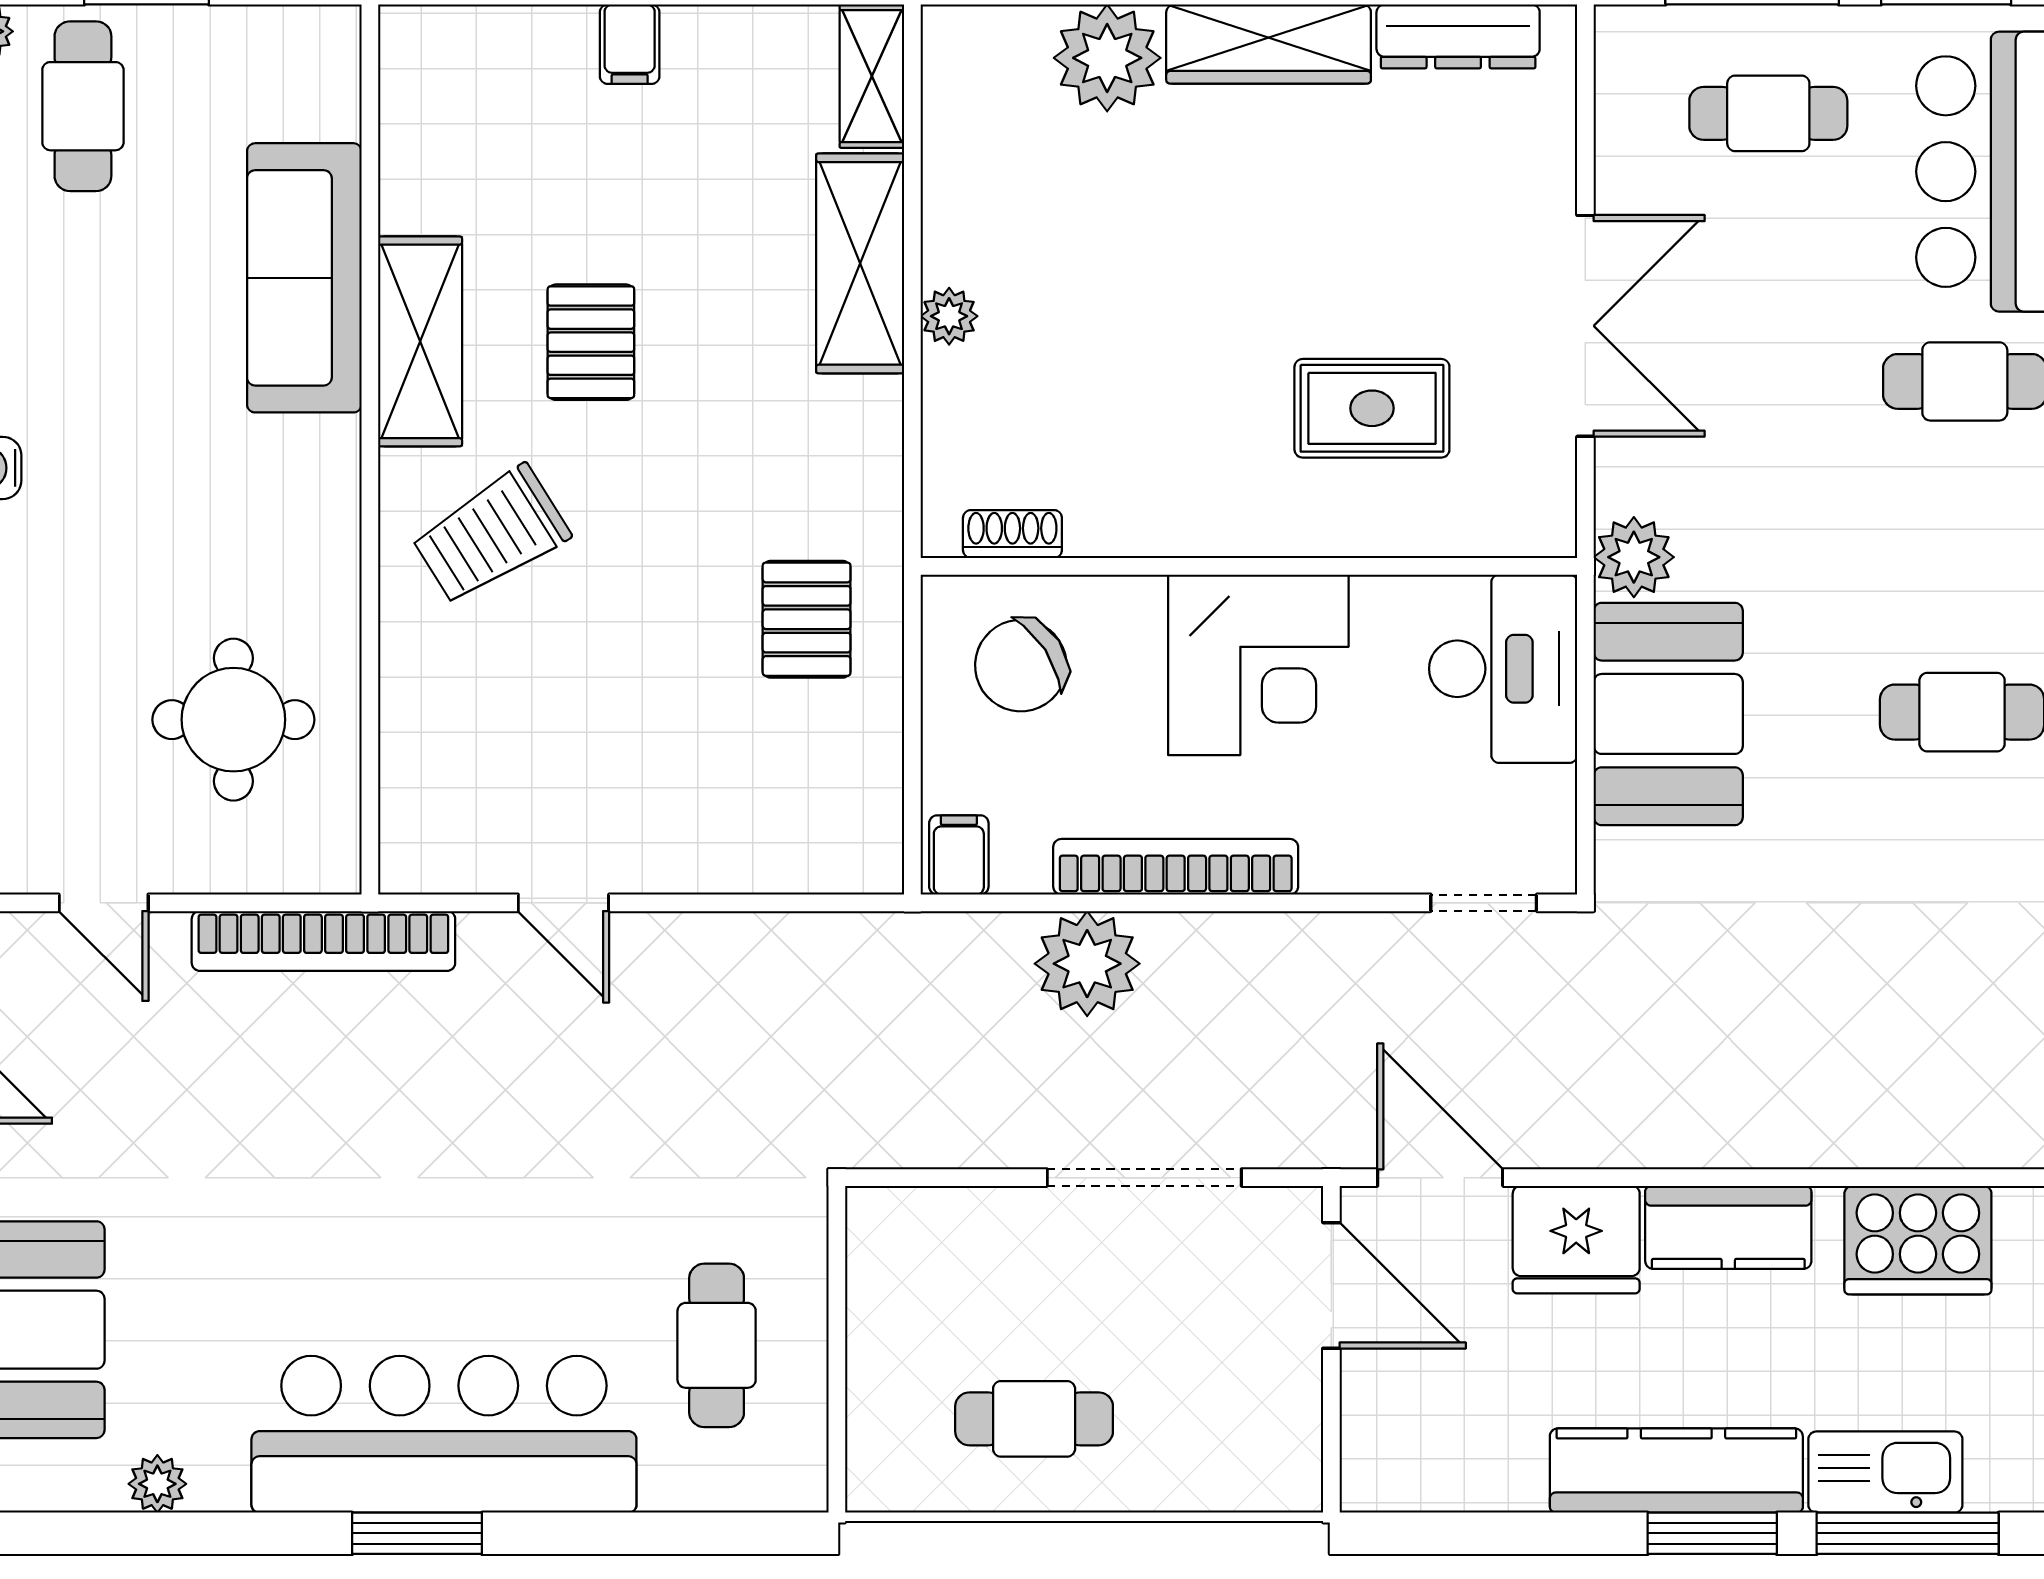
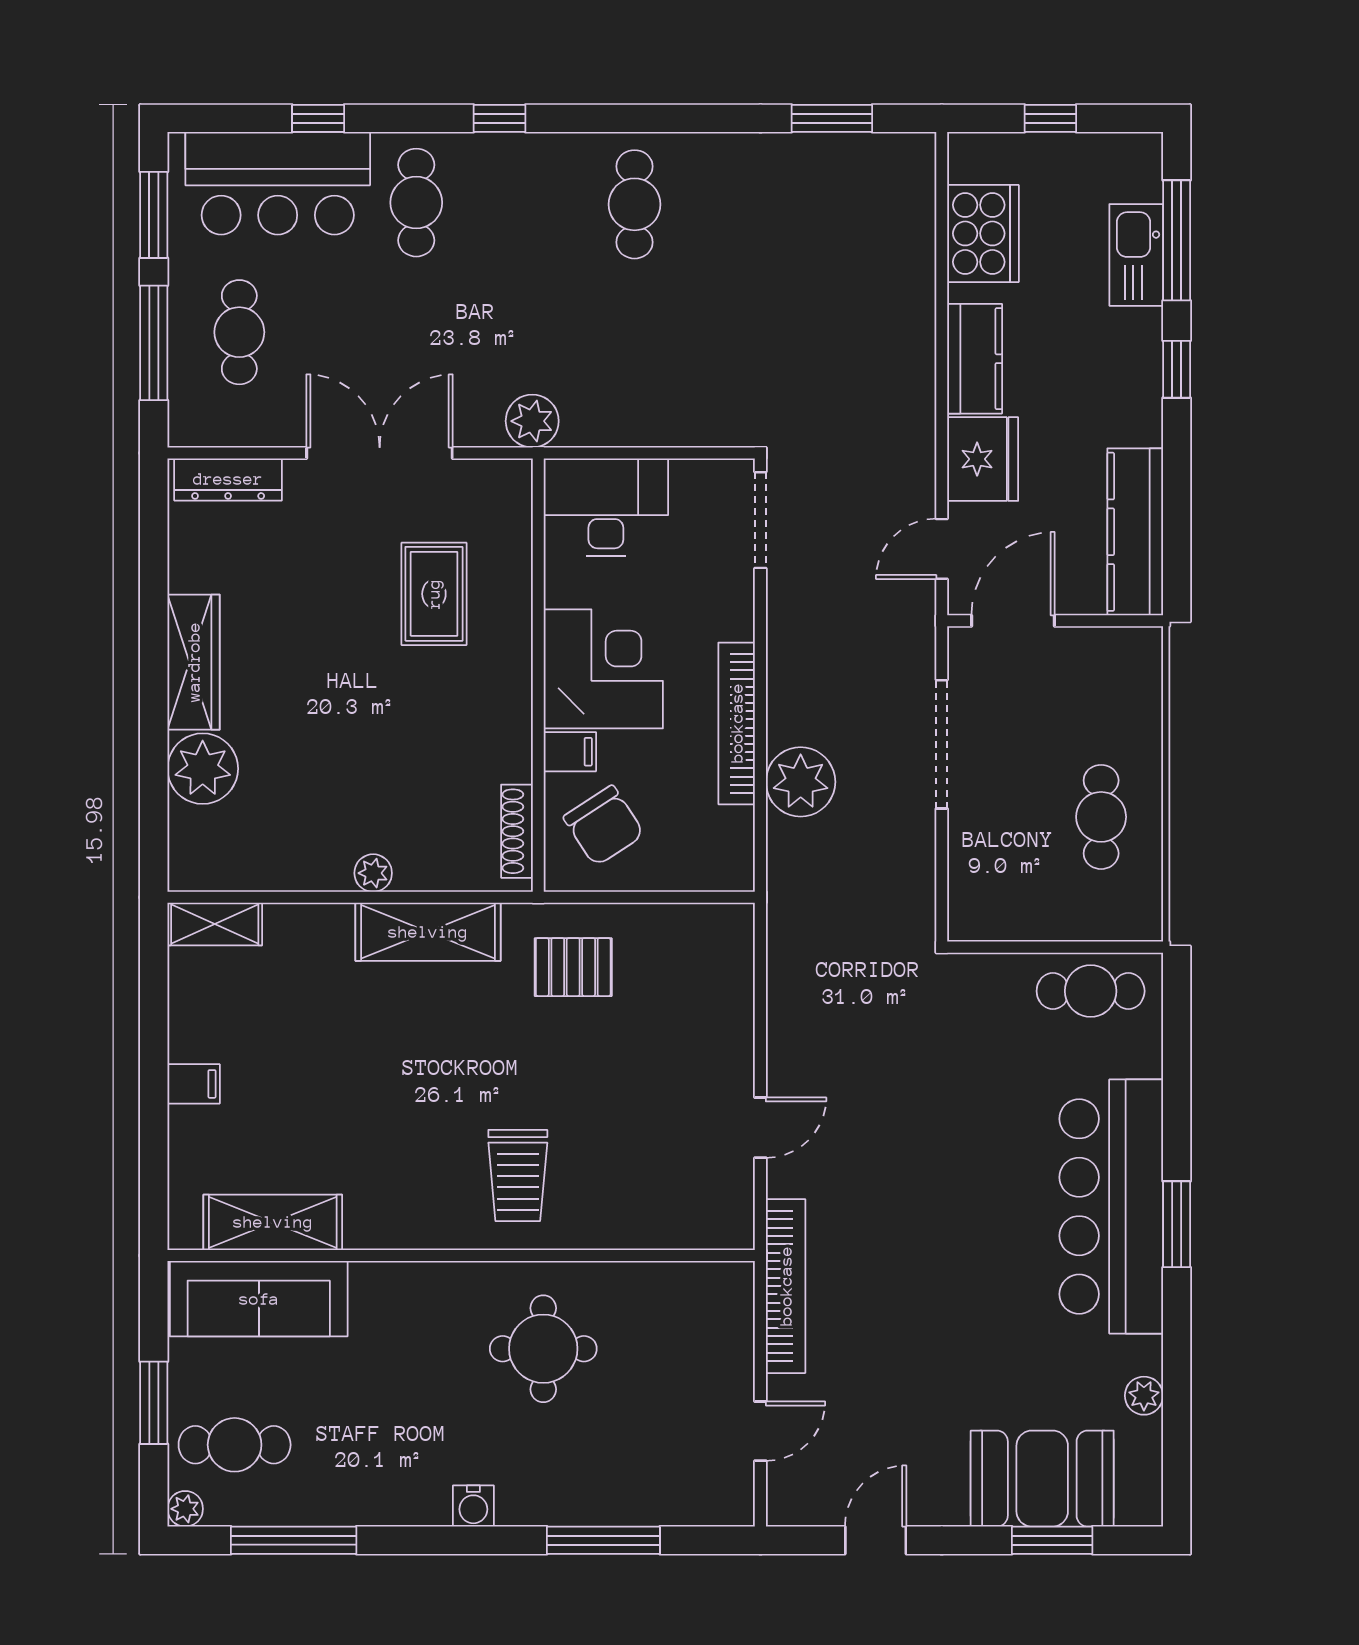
dresser: (1458, 36) -> (228, 479), moved, turned 90
shelving: (860, 263) -> (428, 932), moved
sofa: (304, 278) -> (259, 1299), moved
shelving: (420, 341) -> (273, 1222), moved
pallet: (591, 342) -> (390, 1109), removed
shoe rack: (1012, 534) -> (517, 831), width x1.43
trolley: (491, 535) -> (518, 1175), turned 32
booth: (1668, 714) -> (636, 398), removed
round table: (233, 720) -> (543, 1349), moved
filing cabinet: (959, 855) -> (570, 752), moved, turned 180
doorway: (1484, 903) -> (760, 520), width x1.38
door: (1440, 1178) -> (942, 549), width x0.73
cafe table: (717, 1345) -> (1091, 991), moved
kitchen counter: (1676, 1471) -> (1135, 532), moved
window: (1712, 1533) -> (1177, 369), width x0.67

